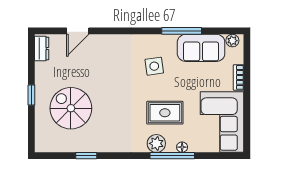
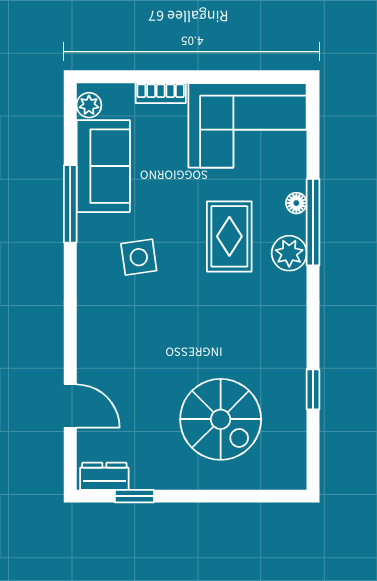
window: (31, 95) -> (134, 496), moved
spiral stairs: (71, 108) -> (221, 419), turned -90

